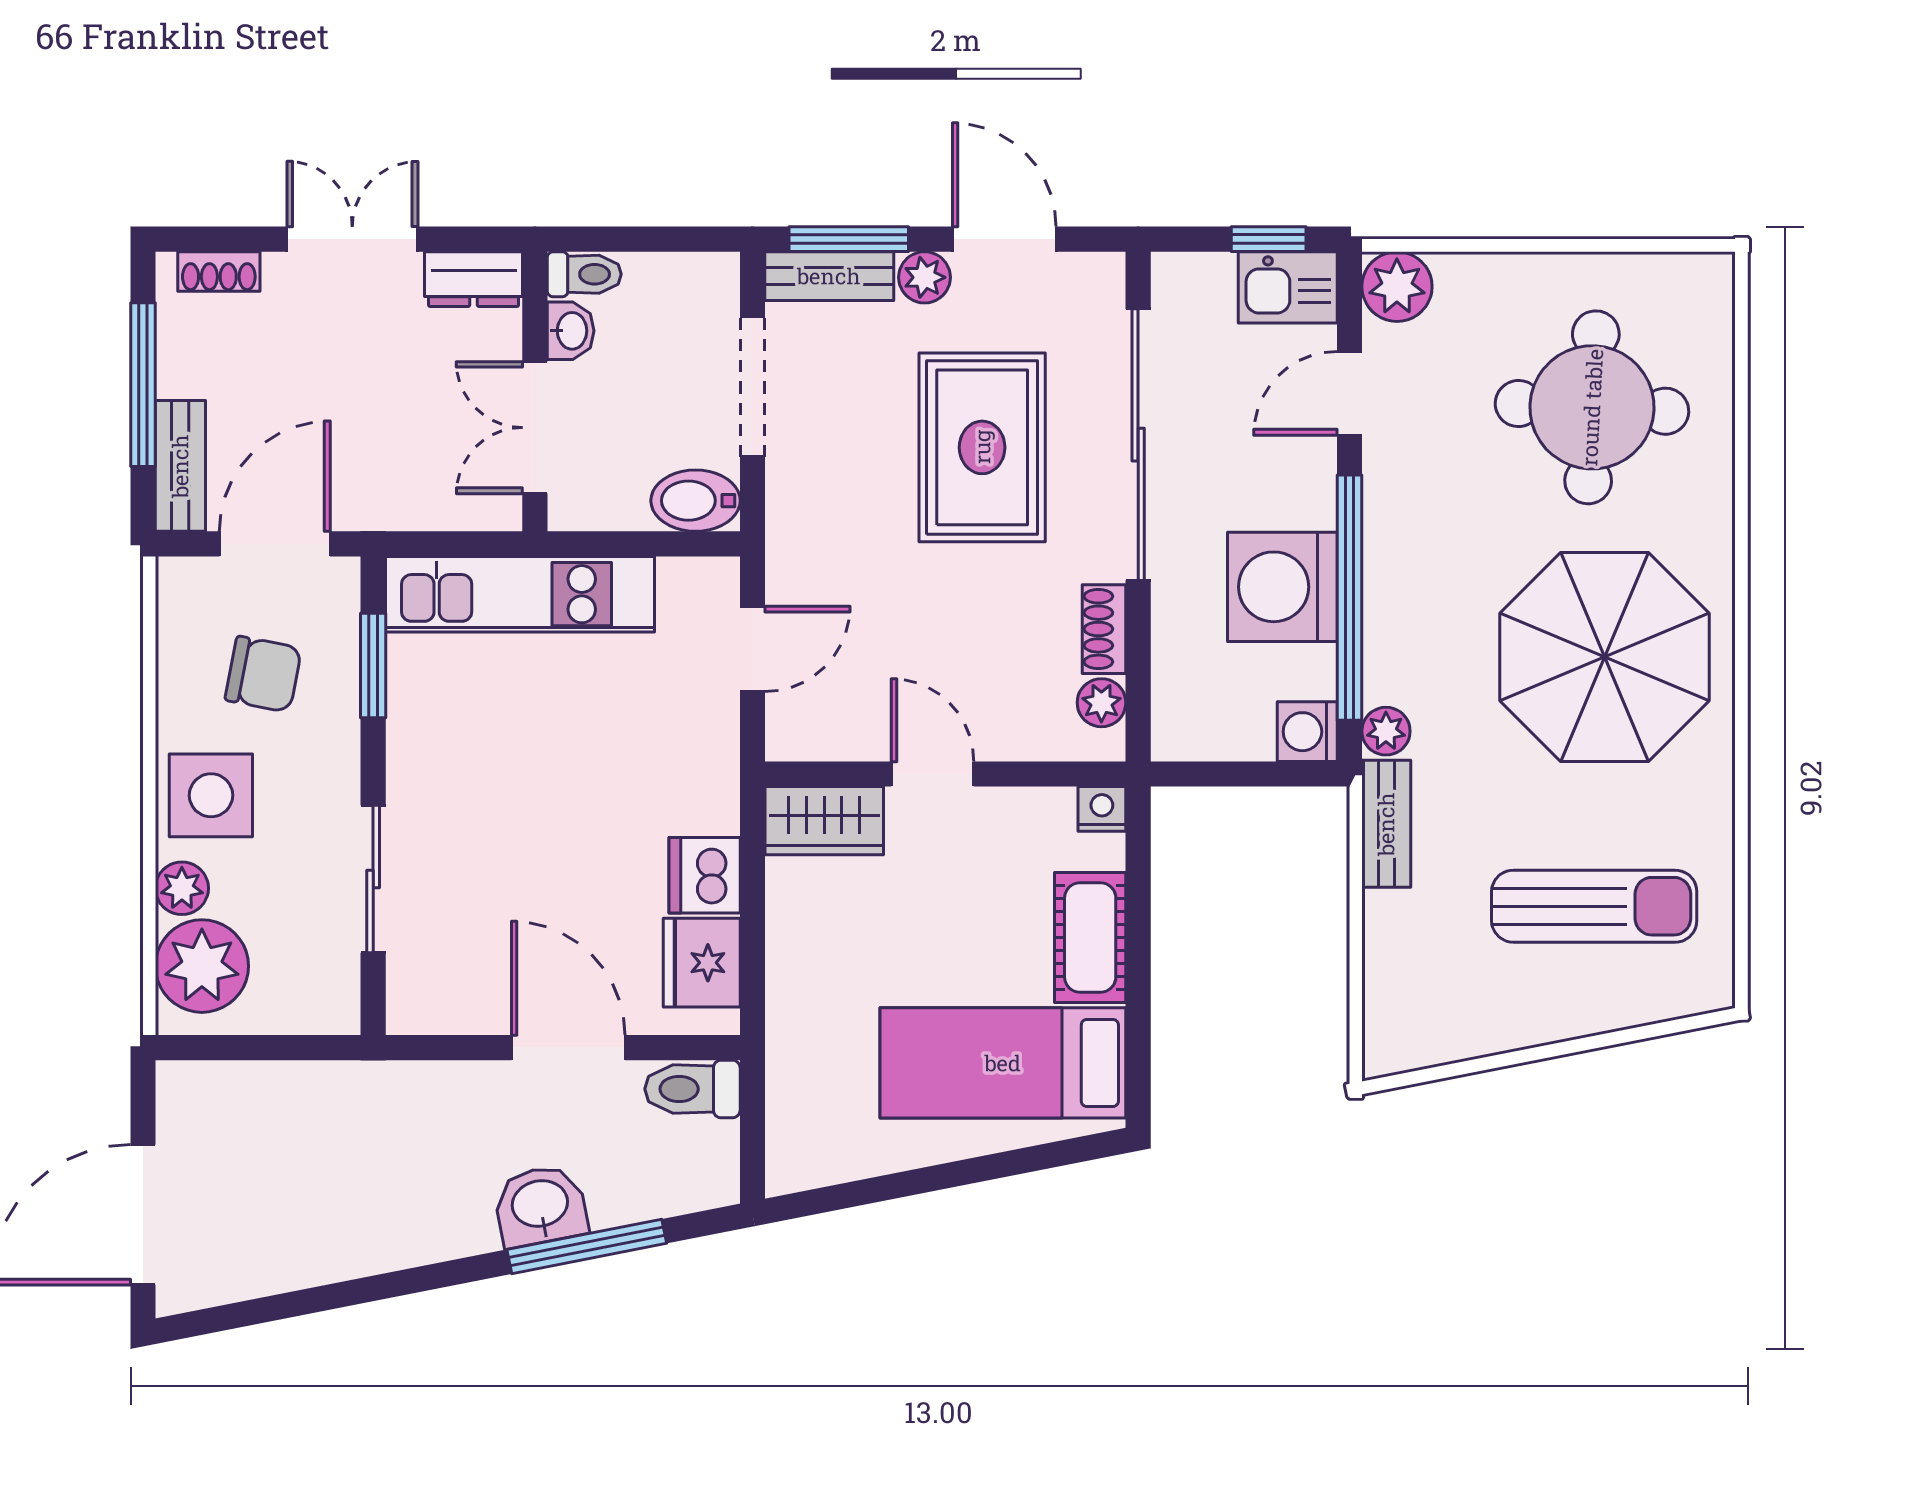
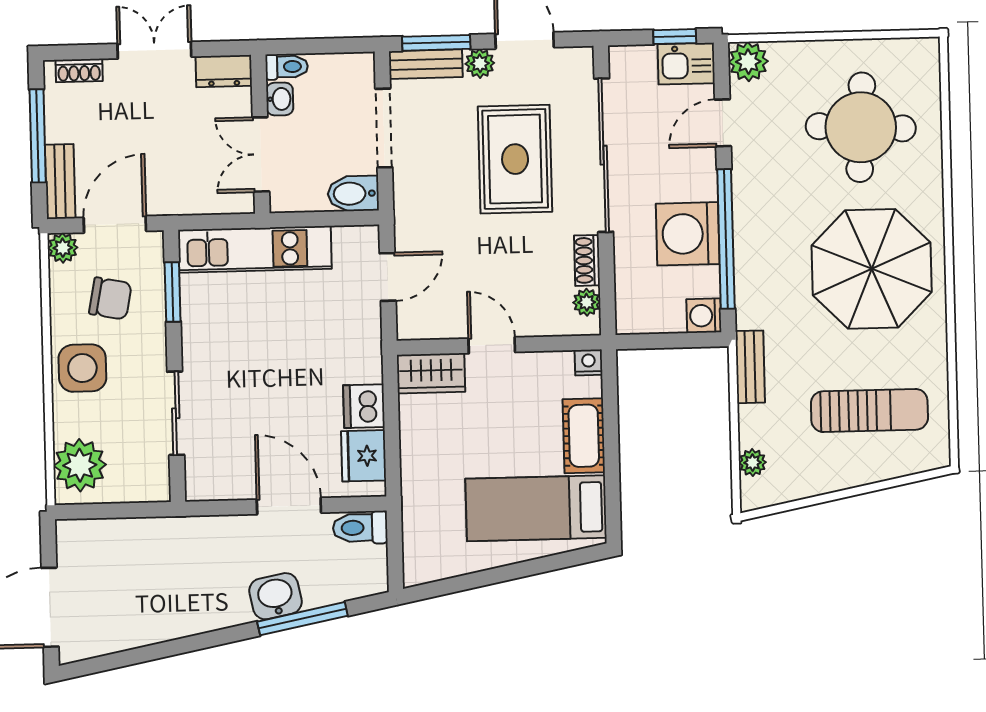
plant: (1386, 731) -> (753, 463), moved
plant: (182, 888) -> (63, 248), moved

